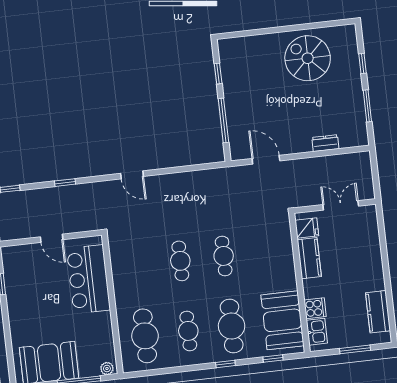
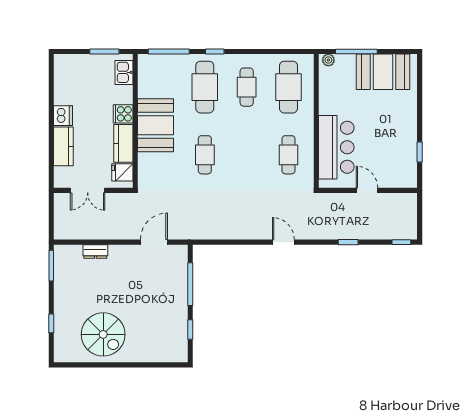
window: (367, 106) -> (51, 266), moved
door: (266, 160) -> (154, 242), swing flipped
cafe table: (180, 261) -> (289, 155), moved
dishwasher: (375, 280) -> (63, 116), added
cooker: (315, 308) -> (123, 114), moved
kitchen counter: (378, 312) -> (63, 146), moved
booth: (283, 320) -> (156, 125), moved
window: (355, 349) -> (104, 51), moved
window: (273, 359) -> (169, 51), width x2.17

